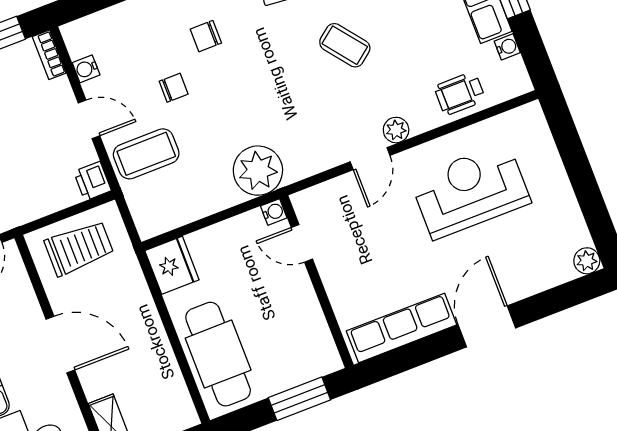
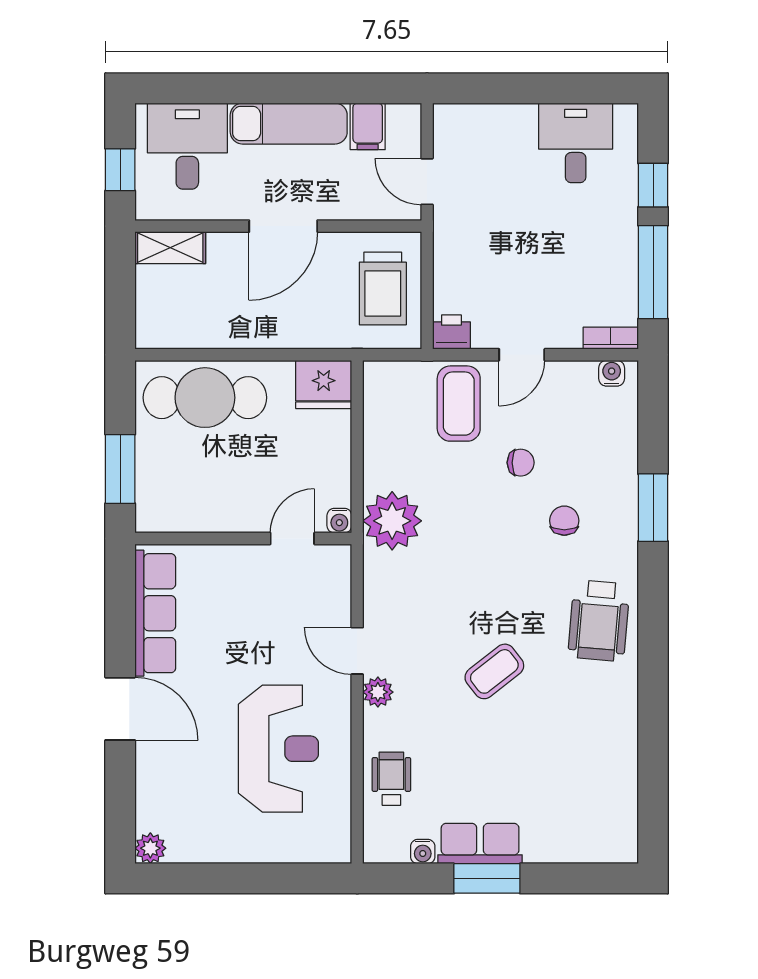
water cooler: (86, 69) -> (612, 373), moved
chair: (174, 88) -> (521, 463), turned -90

